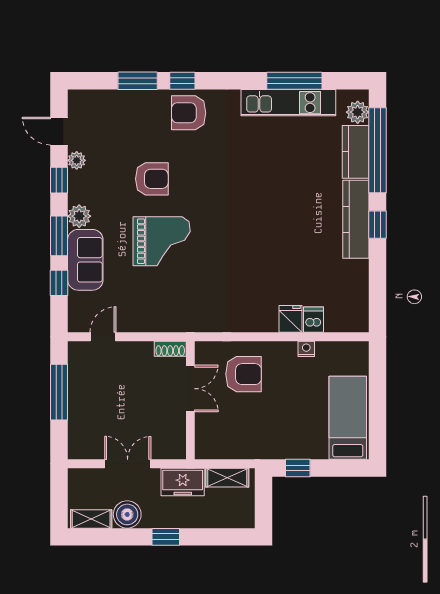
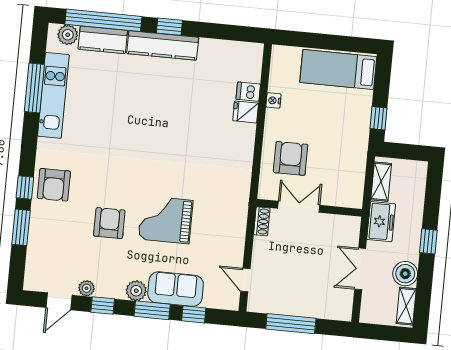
grand piano: (162, 241) -> (166, 220), turned -90

